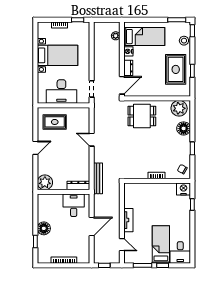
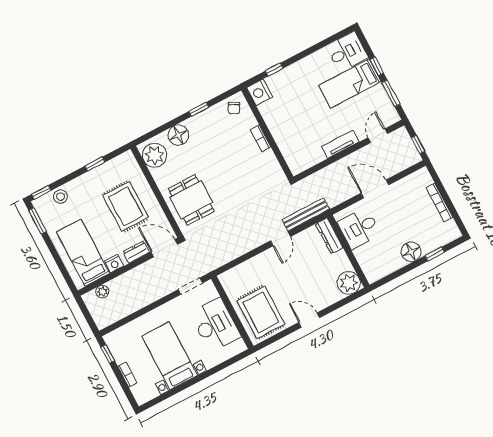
rug: (176, 69) -> (126, 206), moved, turned 90
rug: (55, 122) -> (261, 312), width x1.36, depth x1.43
door: (92, 140) -> (280, 239), moved

